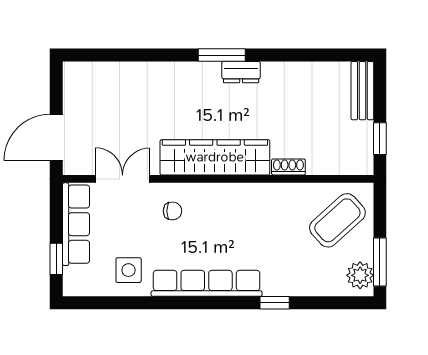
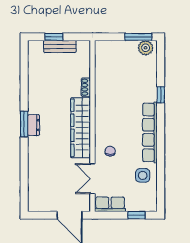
dresser: (241, 72) -> (34, 125), moved
bench: (362, 91) -> (60, 46), moved
window: (380, 139) -> (54, 37), moved
coffee table: (337, 220) -> (115, 60), removed
row of seats: (76, 224) -> (110, 204), width x0.68

